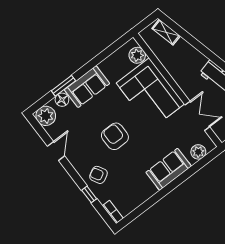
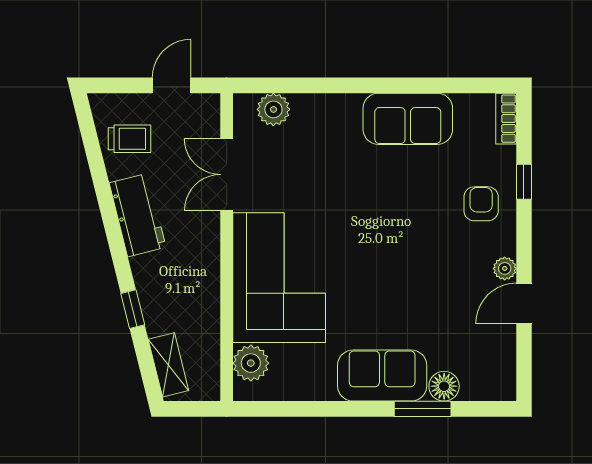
window: (194, 42) -> (133, 309), added
plant: (46, 116) -> (505, 268), moved, width x0.53, depth x0.53
armchair: (115, 136) -> (400, 250), removed
sofa: (169, 169) -> (408, 119), moved
armchair: (98, 175) -> (481, 204), turned -151

